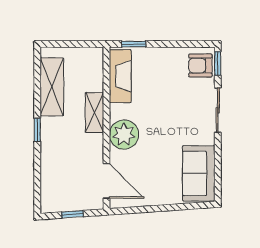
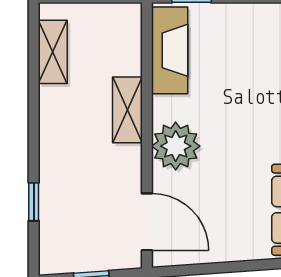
shelving: (52, 87) -> (53, 52), width x0.67, depth x0.75
window: (37, 130) -> (34, 202), moved

